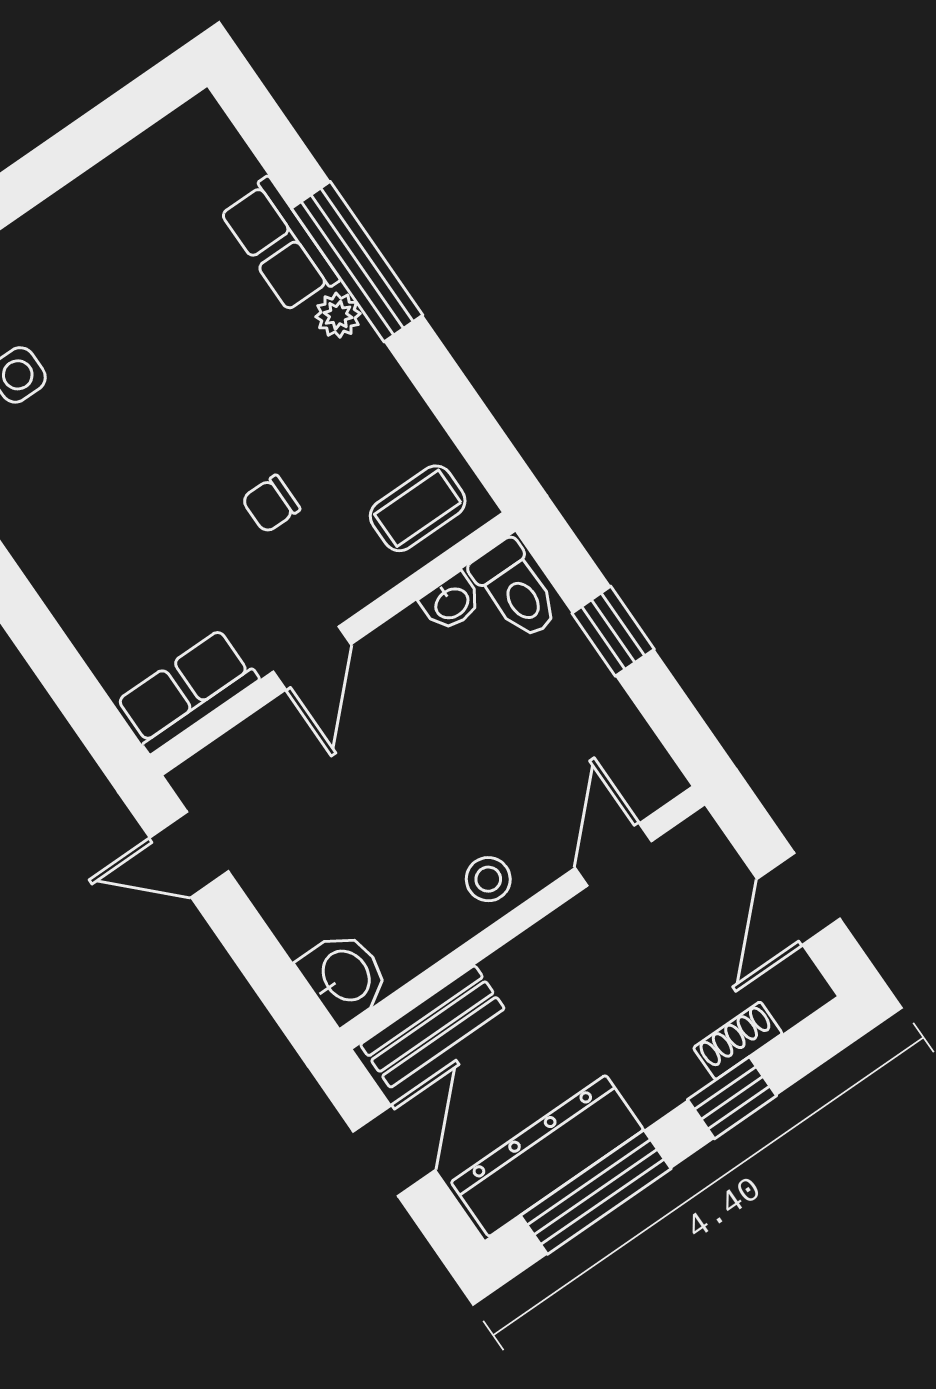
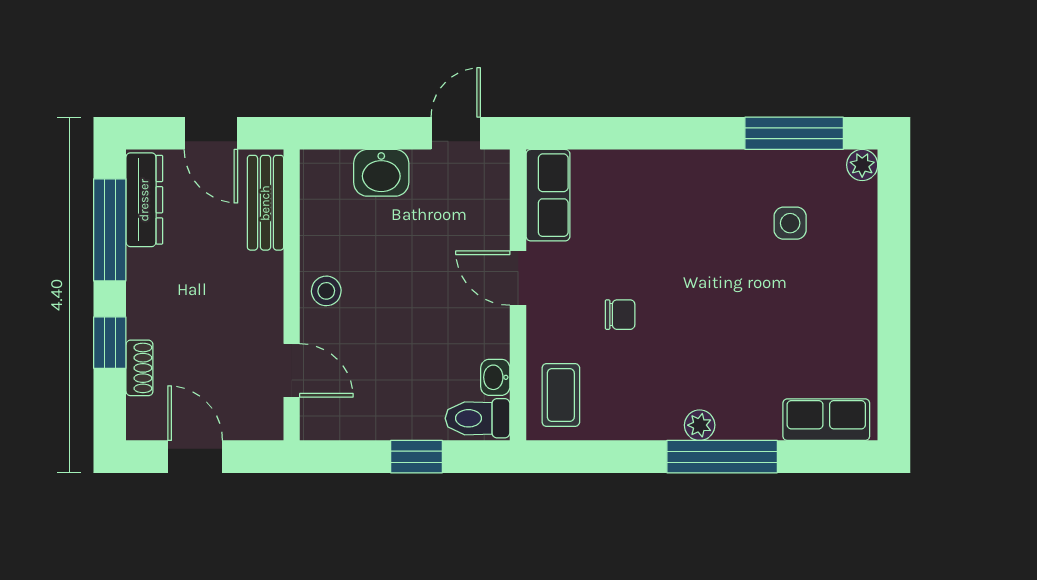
row of seats: (279, 245) -> (826, 420), moved
chair: (271, 504) -> (620, 315), turned 90
washbasin: (344, 977) -> (381, 173), moved
dresser: (547, 1156) -> (144, 200), width x0.73, depth x0.80

